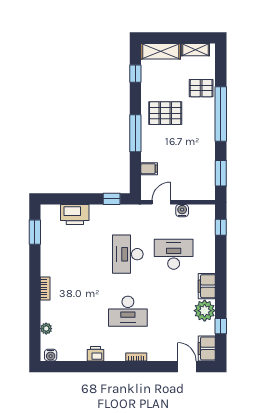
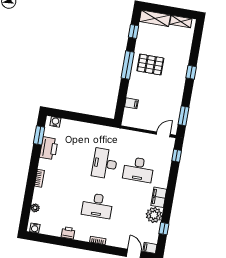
pallet: (201, 88) -> (180, 51), removed
window: (221, 114) -> (191, 72), width x0.32
window: (135, 133) -> (128, 65), moved
window: (112, 199) -> (100, 121), removed
door: (161, 202) -> (163, 134), moved
water cooler: (182, 211) -> (55, 122), moved
printer: (75, 214) -> (49, 148), moved, turned -90
desk: (174, 254) -> (138, 169), turned 180
filing cabinet: (207, 348) -> (150, 248), width x0.50

